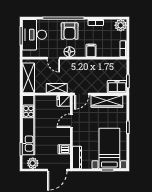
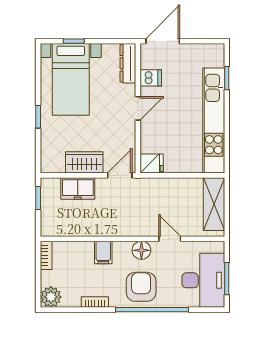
freezer: (117, 87) -> (78, 189), moved
shelving: (57, 88) -> (164, 186), removed
wardrobe: (107, 101) -> (84, 162), width x0.67
door: (71, 121) -> (138, 108), moved
plant: (33, 163) -> (206, 53), removed

